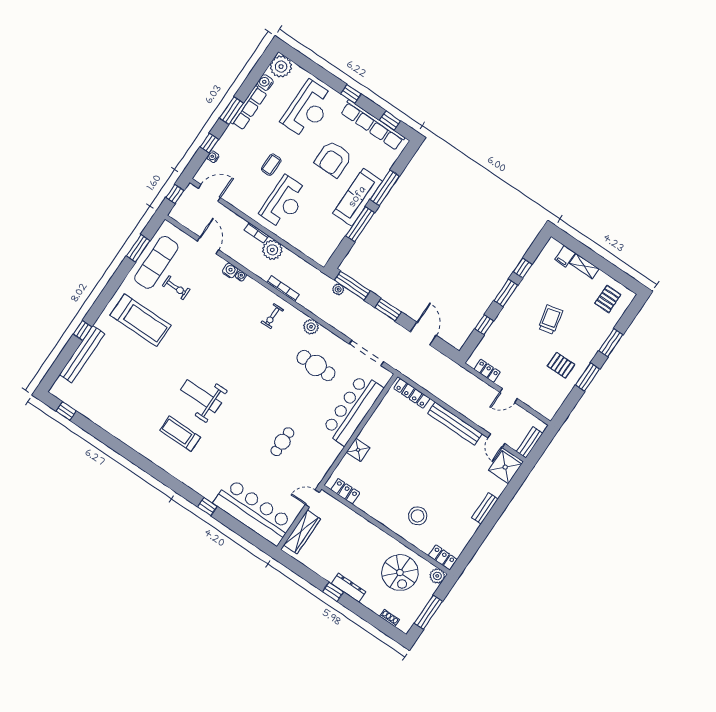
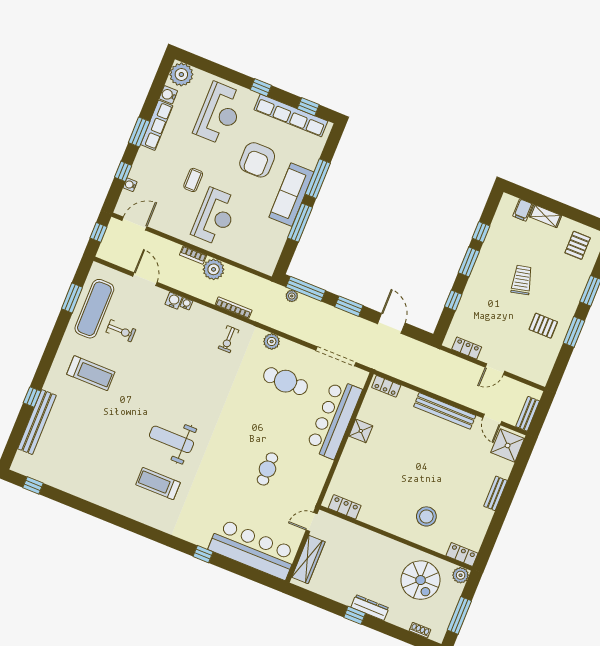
treadmill: (141, 320) -> (91, 373), width x0.73, depth x0.73
locker: (412, 393) -> (386, 386), width x0.66
shower: (358, 450) -> (361, 431), moved

